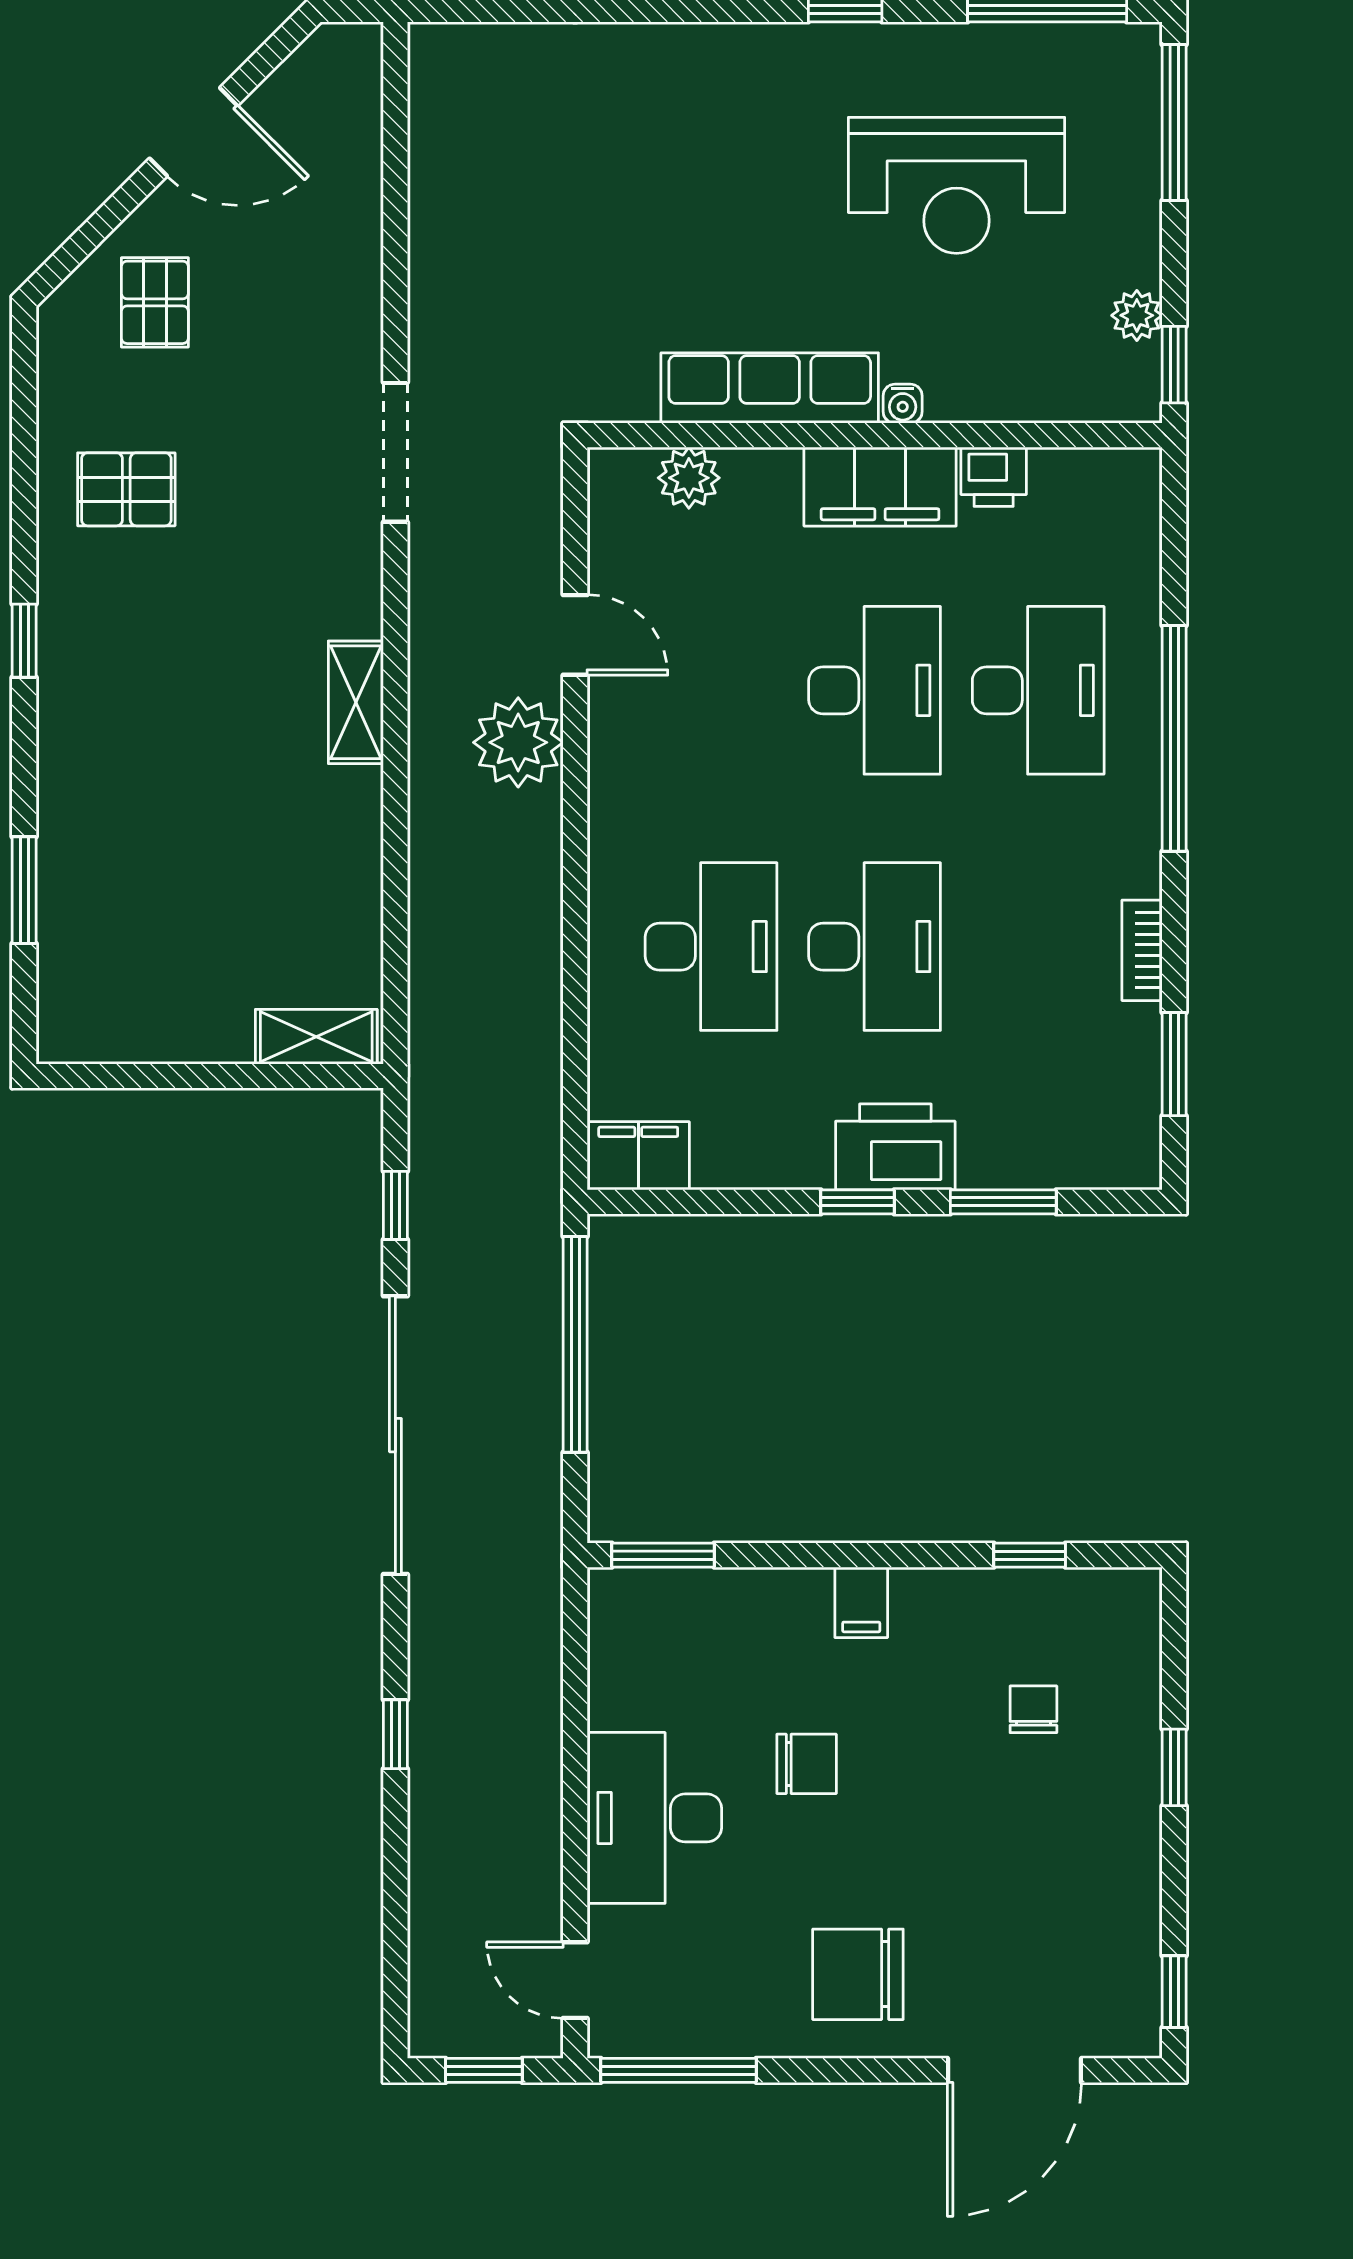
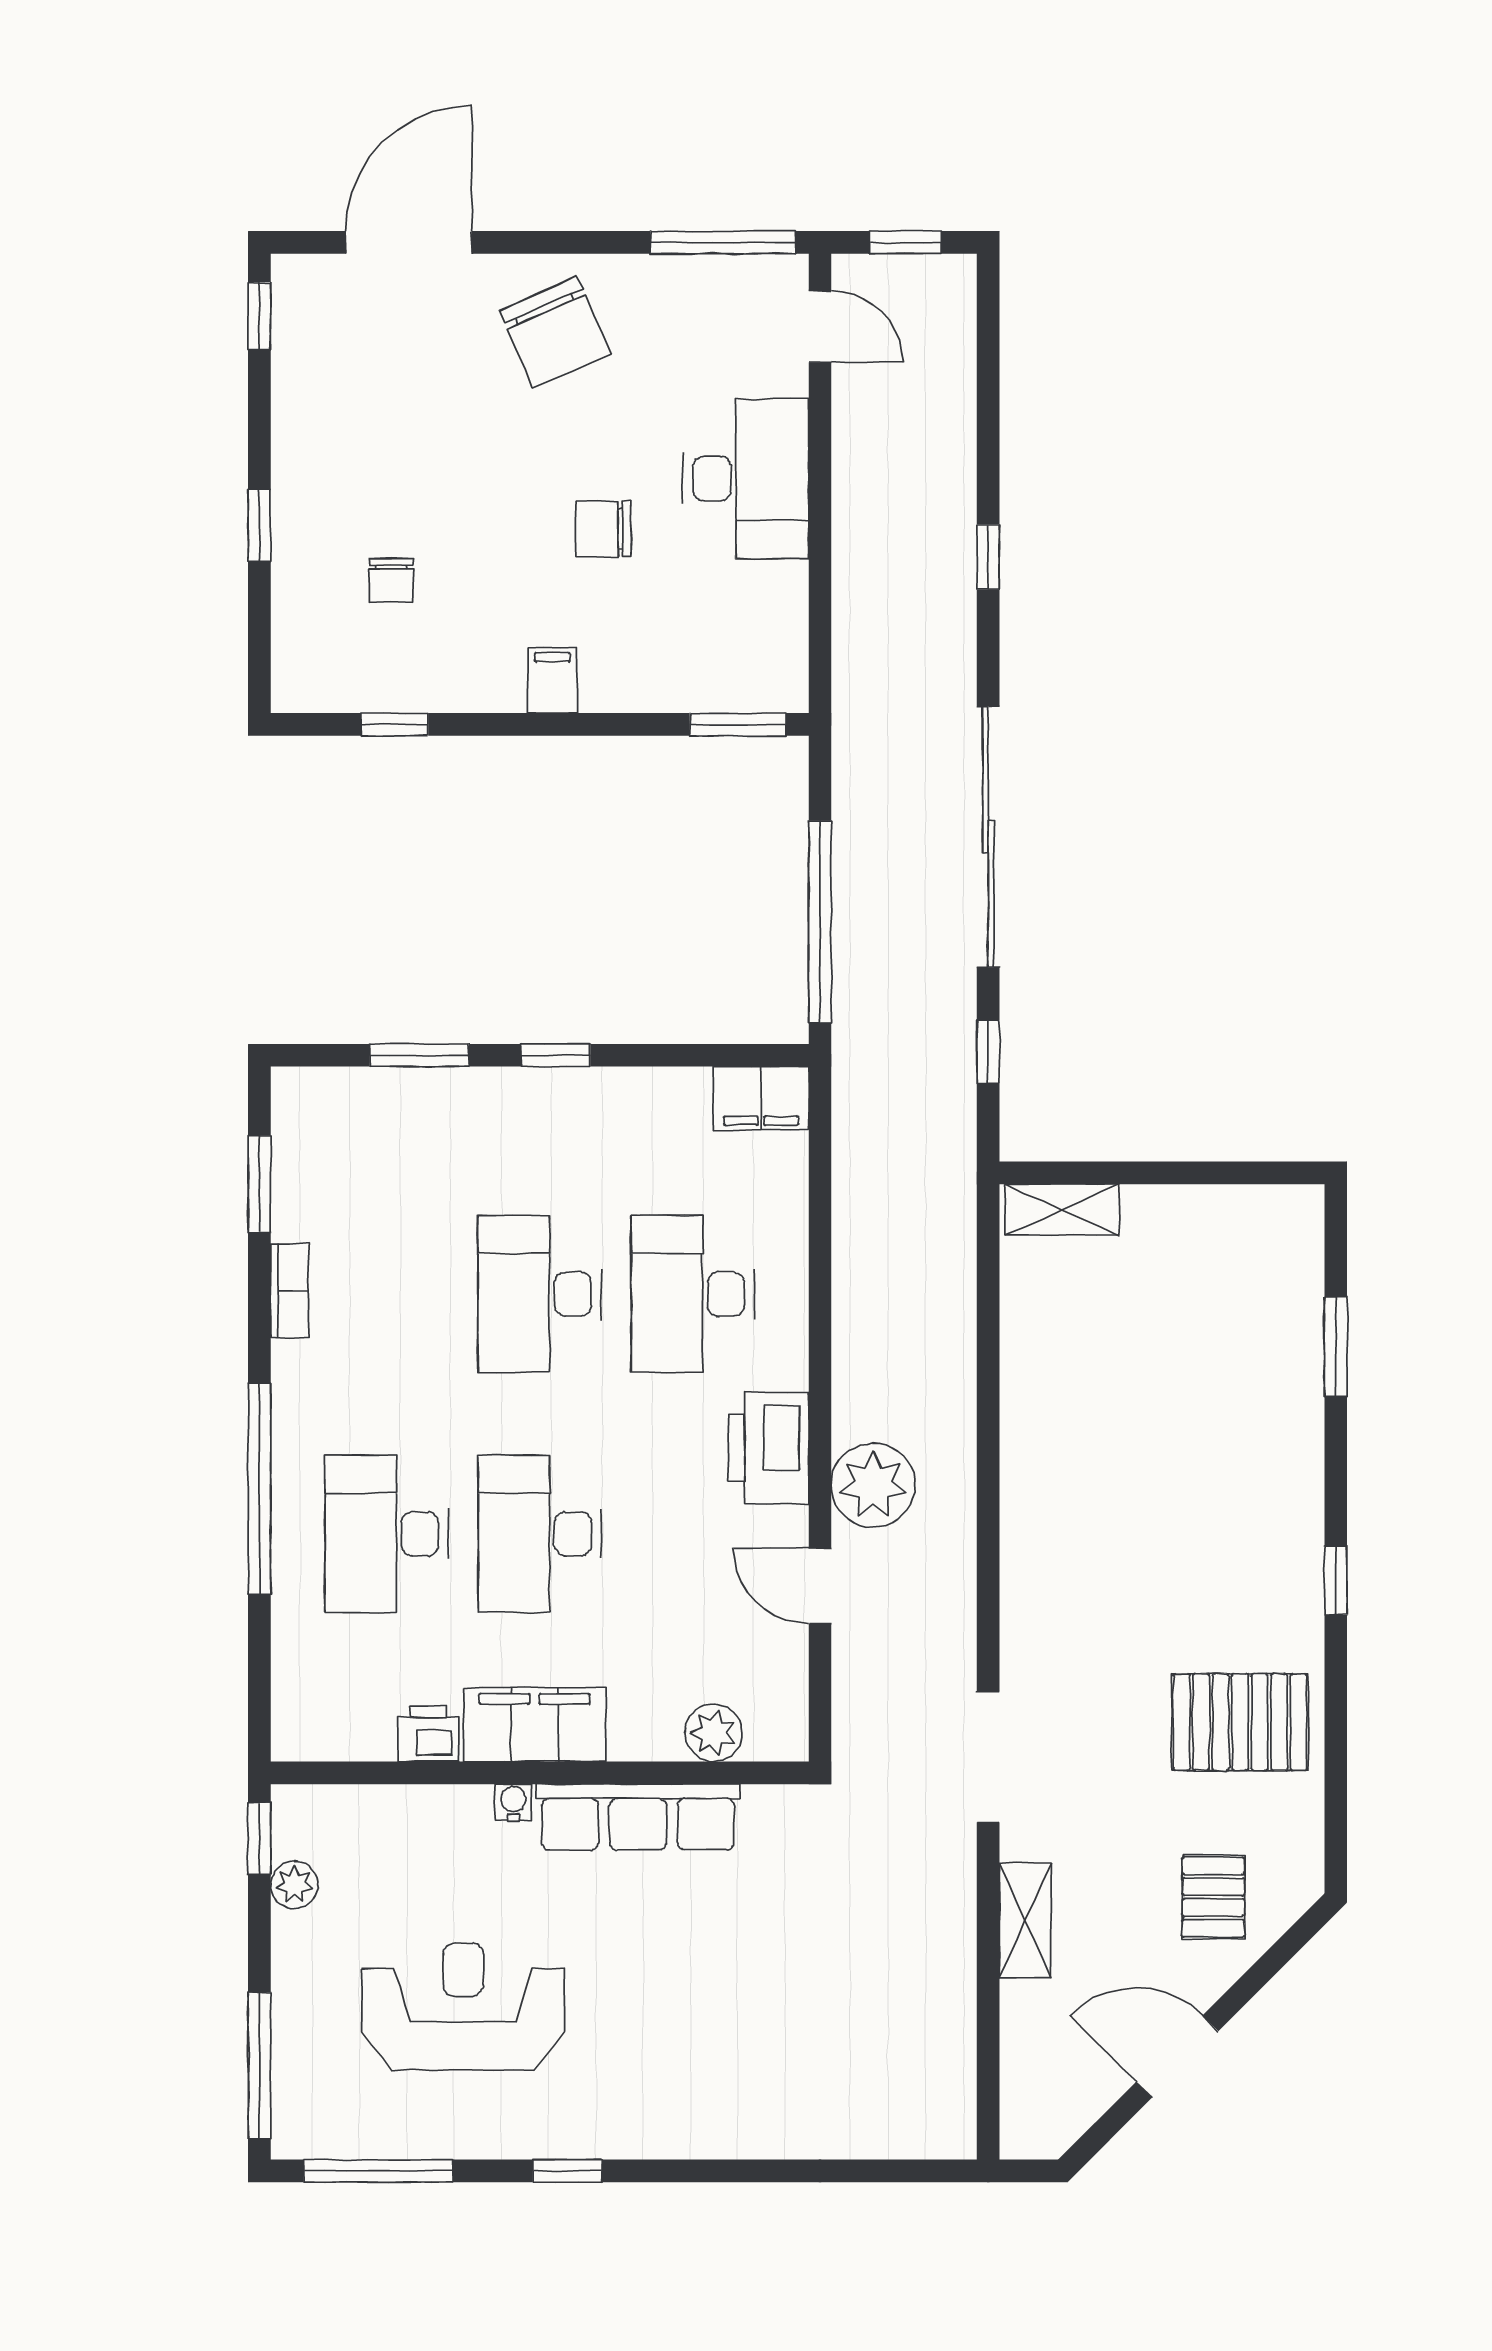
pallet: (126, 489) -> (1240, 1722), width x1.50, depth x1.42
shelving: (356, 702) -> (1025, 1921), moved
printer: (895, 1147) -> (769, 1448), moved, turned 90
chair: (858, 1974) -> (555, 332), turned 66

